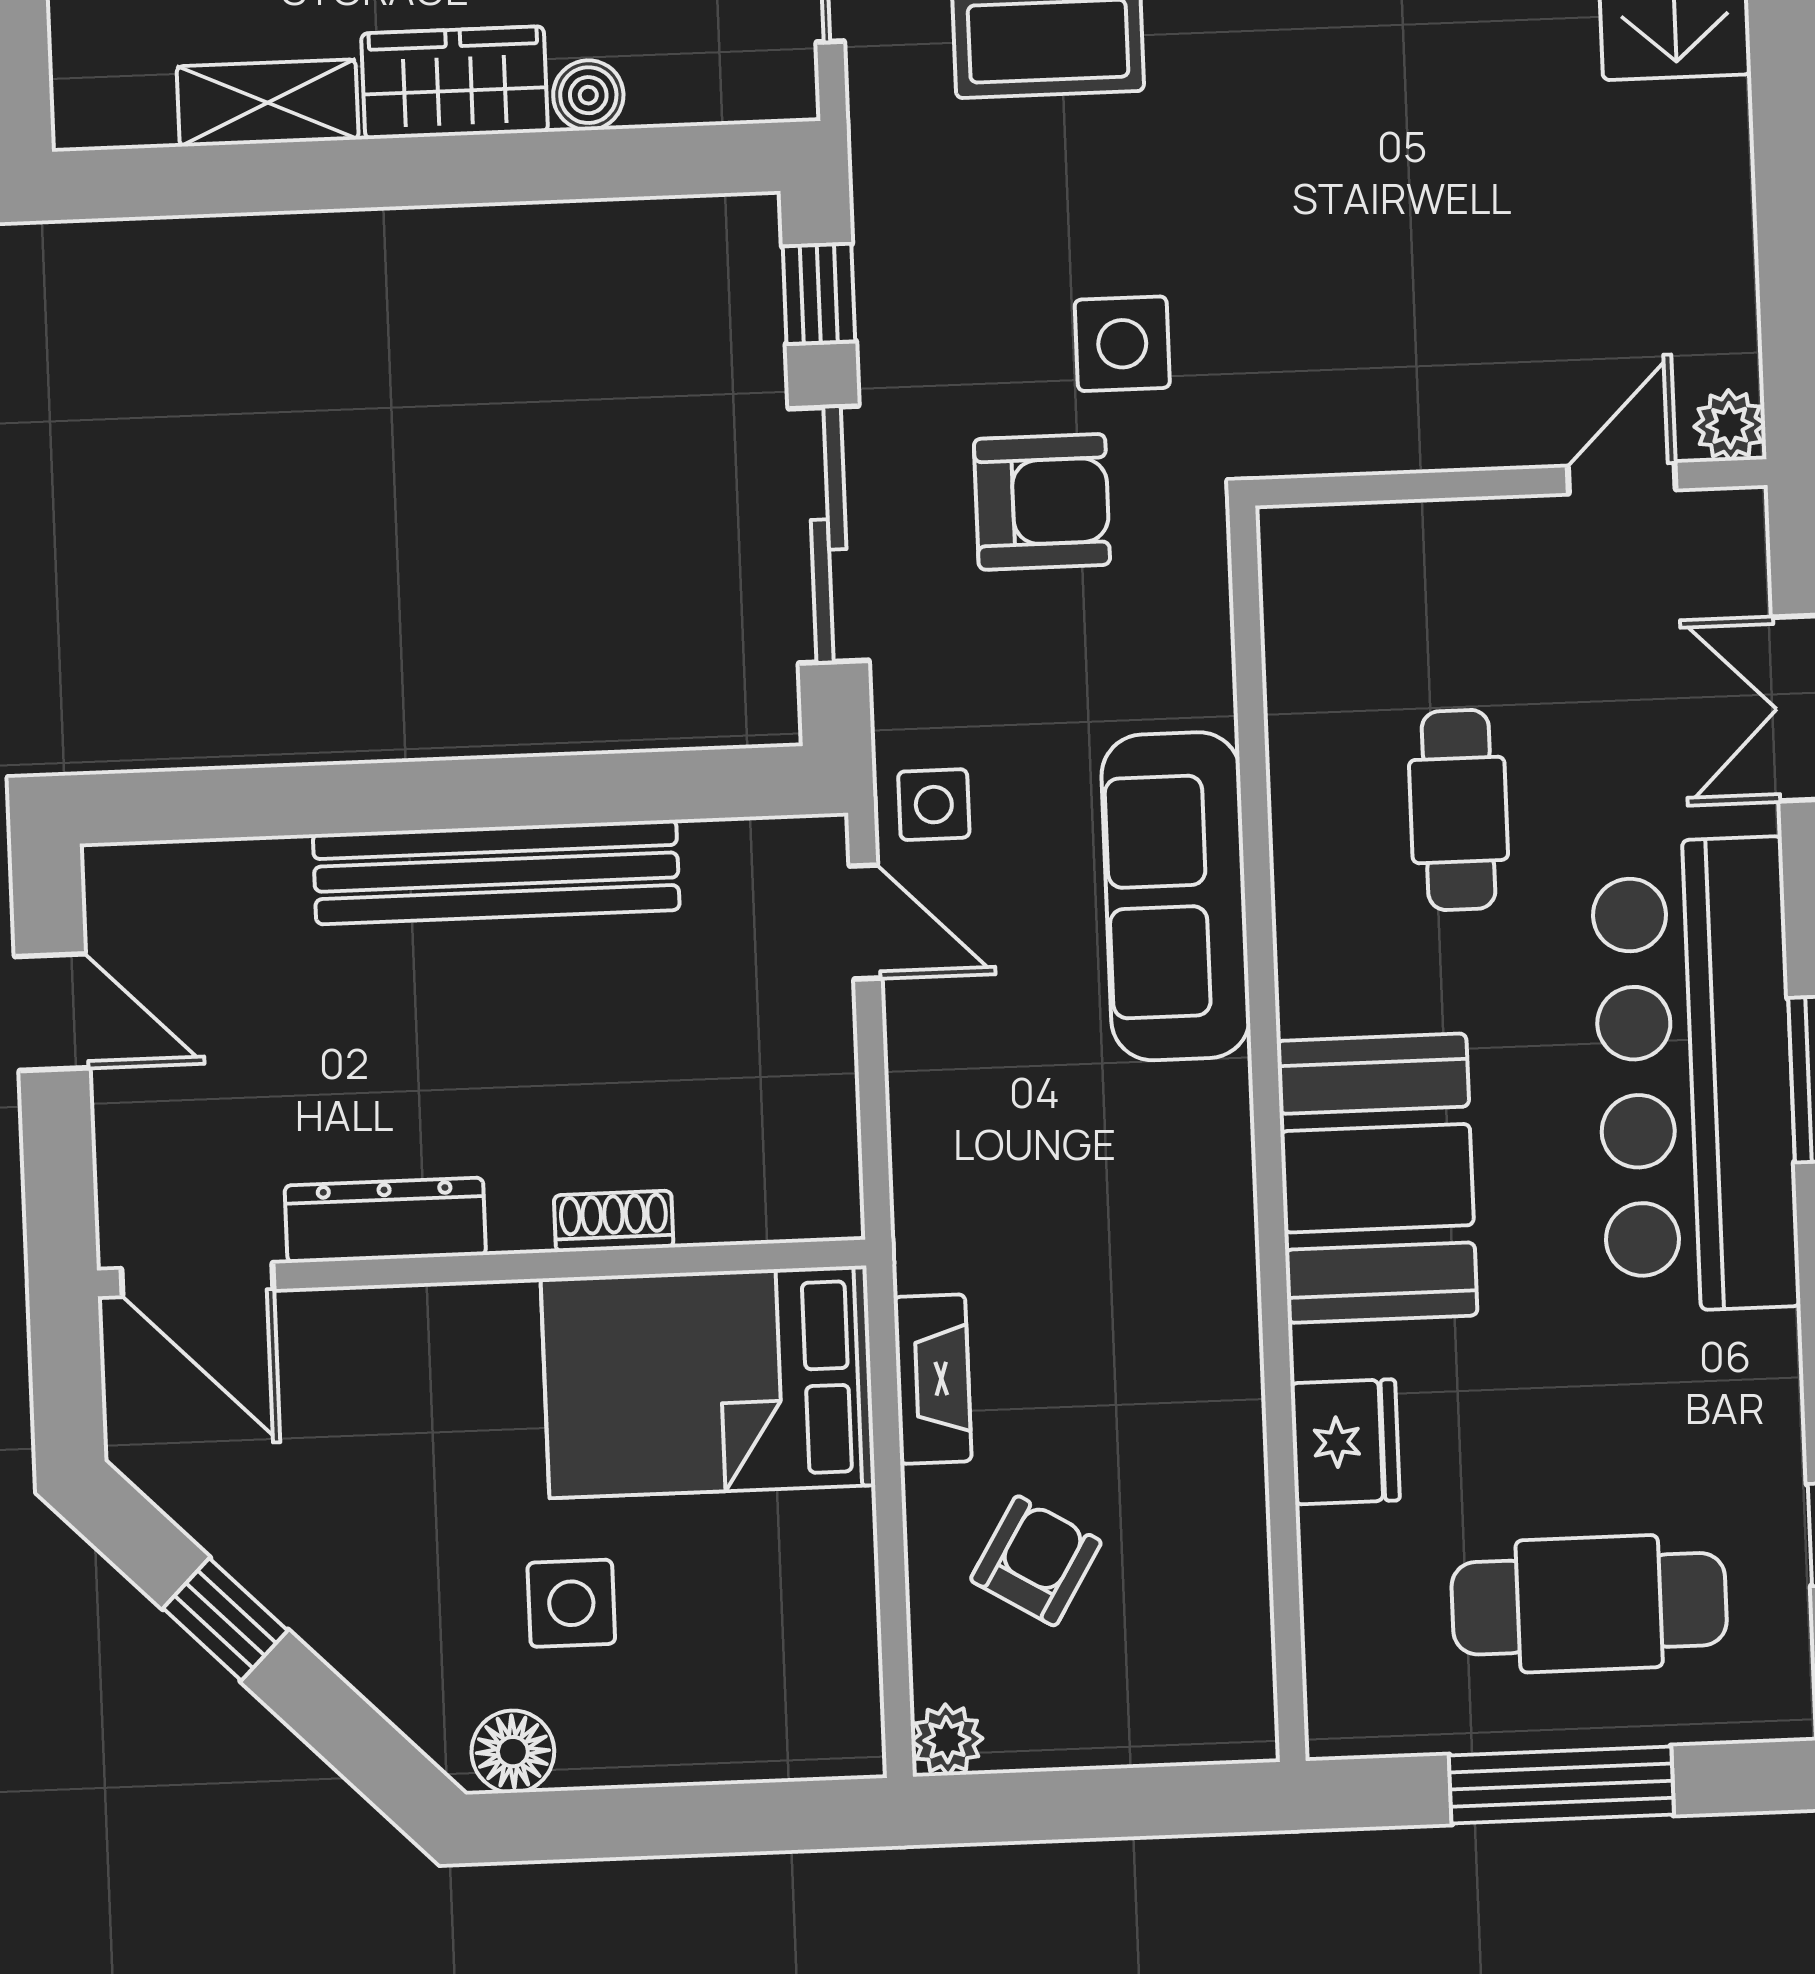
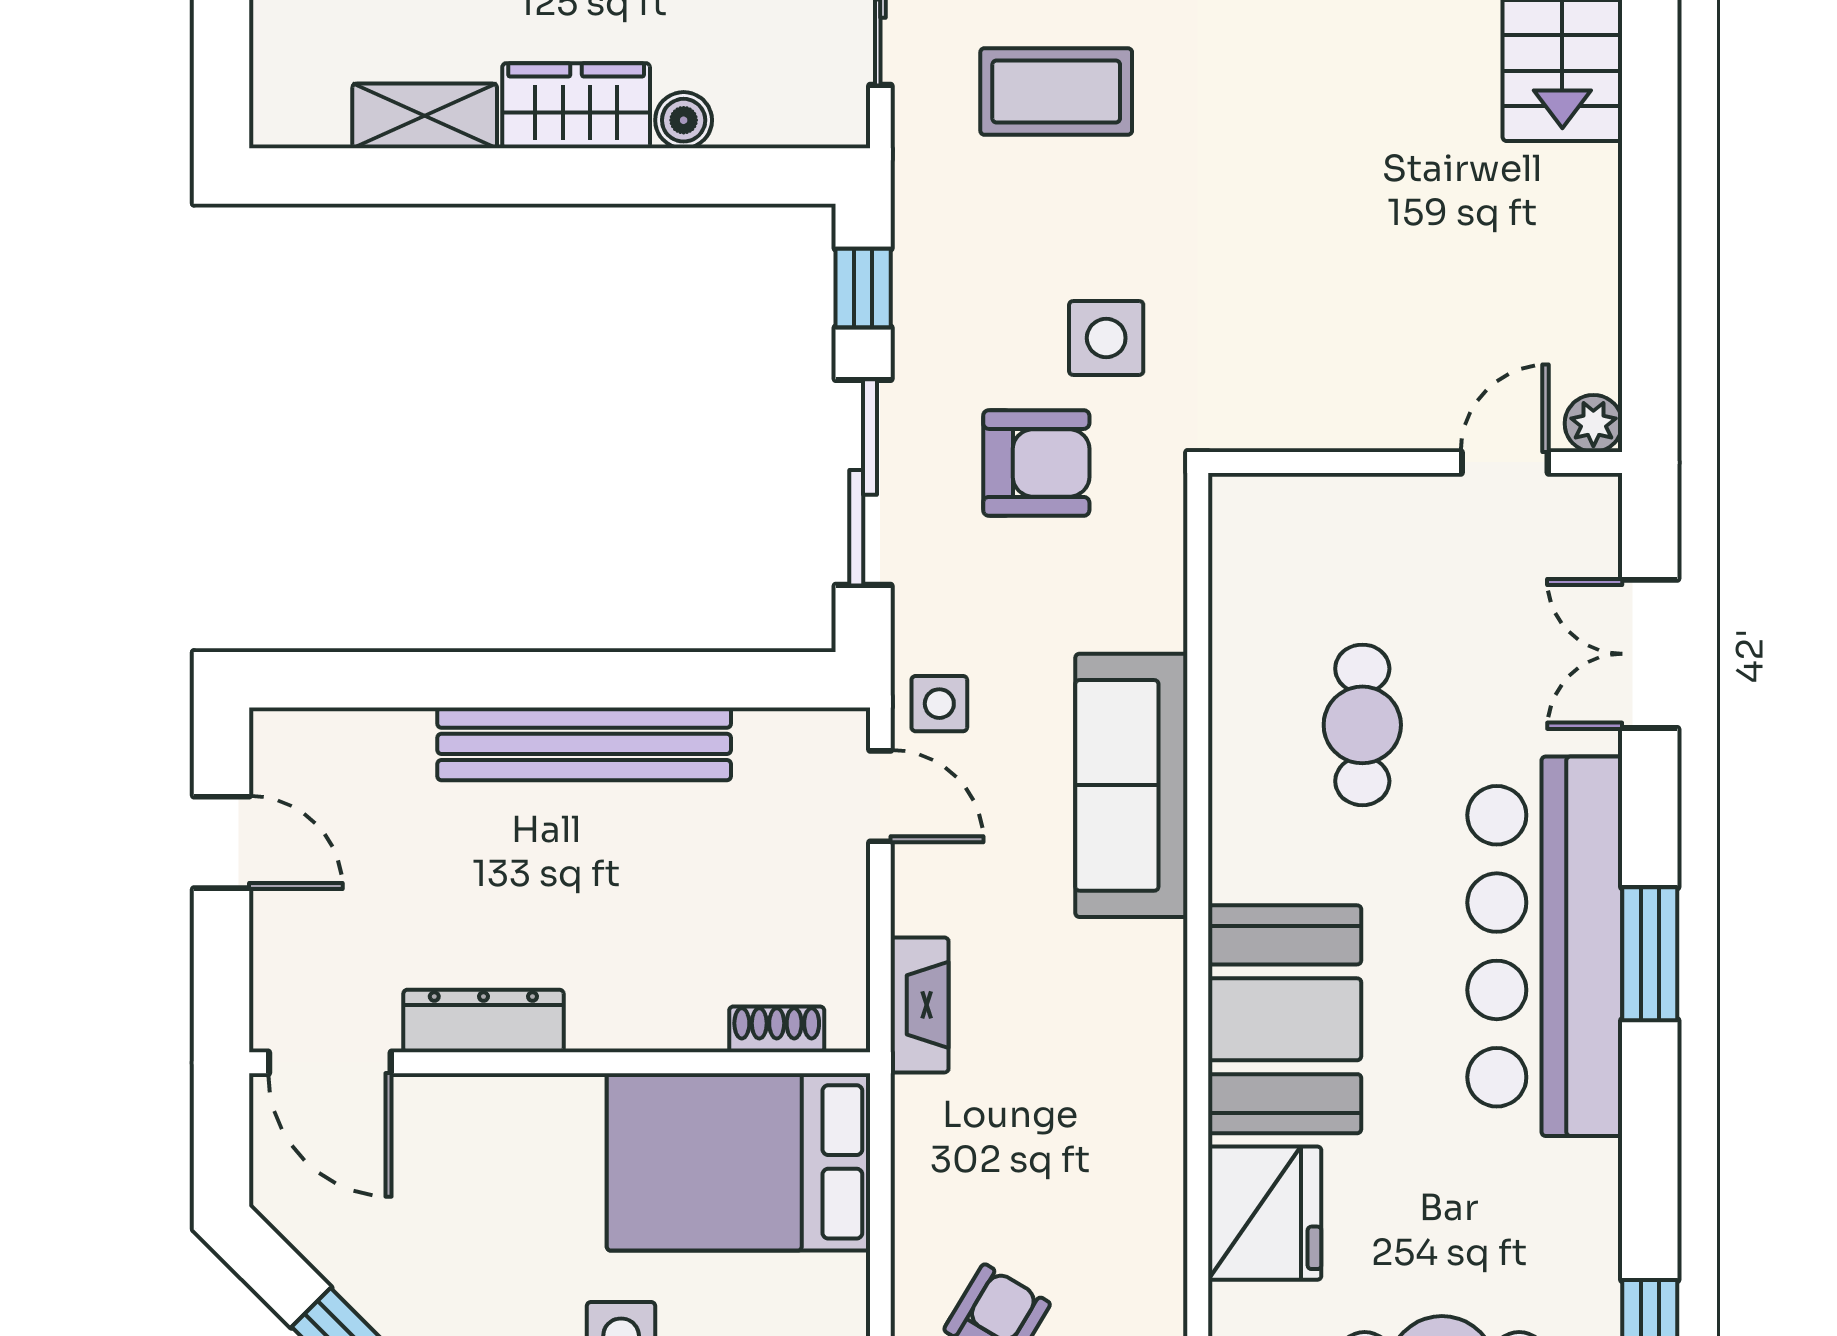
shoe rack: (614, 1221) -> (777, 1029), moved
fireplace: (932, 1379) -> (920, 1005), moved
fridge: (1345, 1442) -> (1265, 1213), width x1.36, depth x1.34

